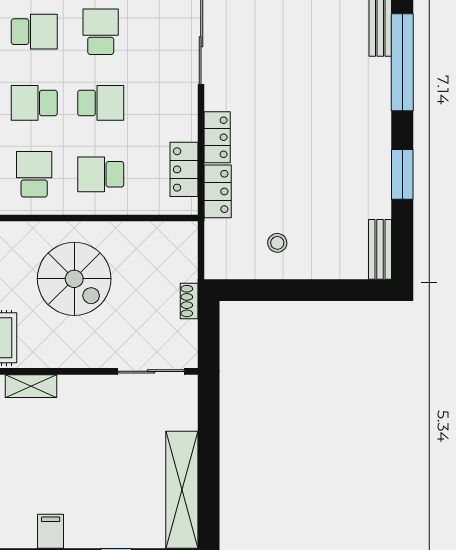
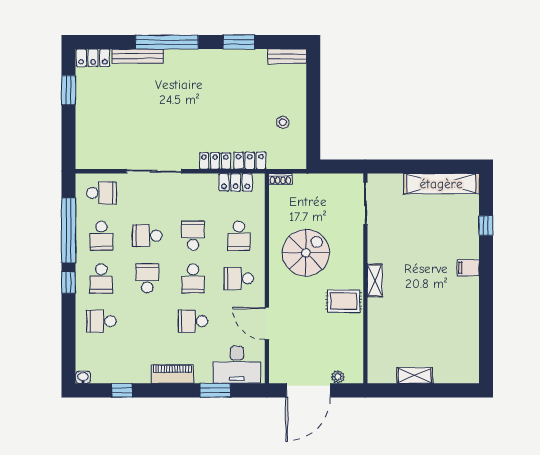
shoe rack: (189, 301) -> (280, 179), moved

